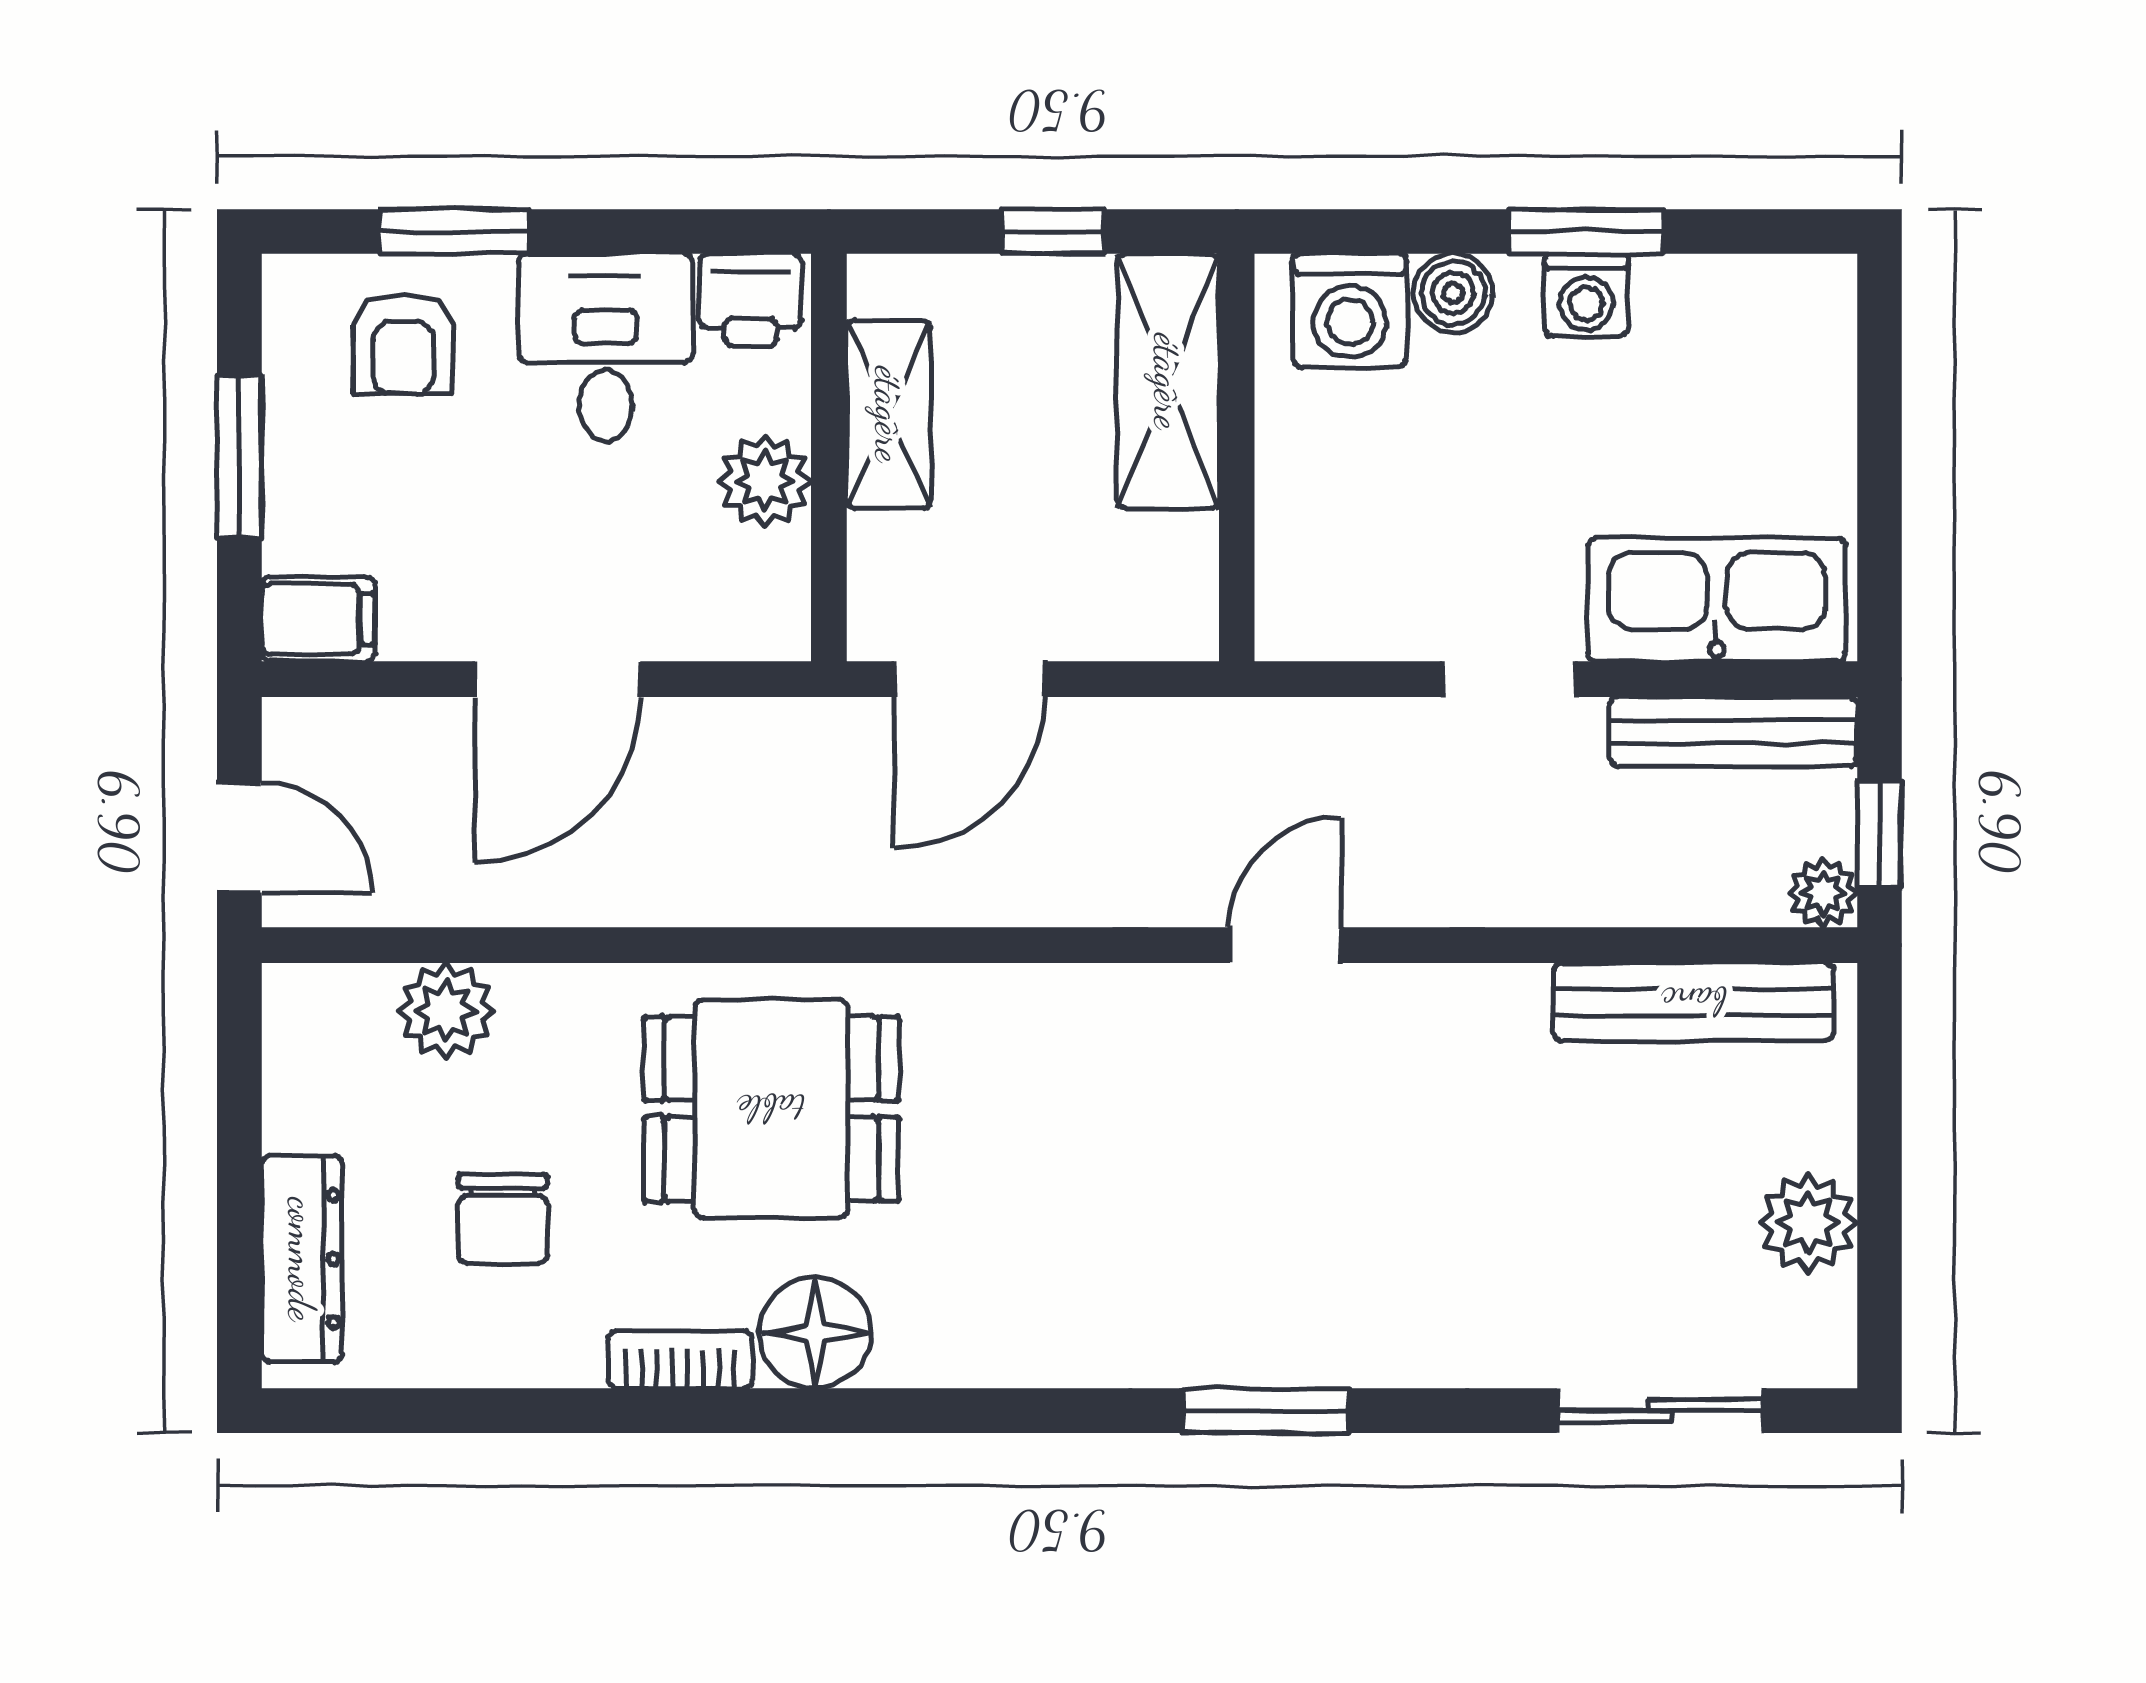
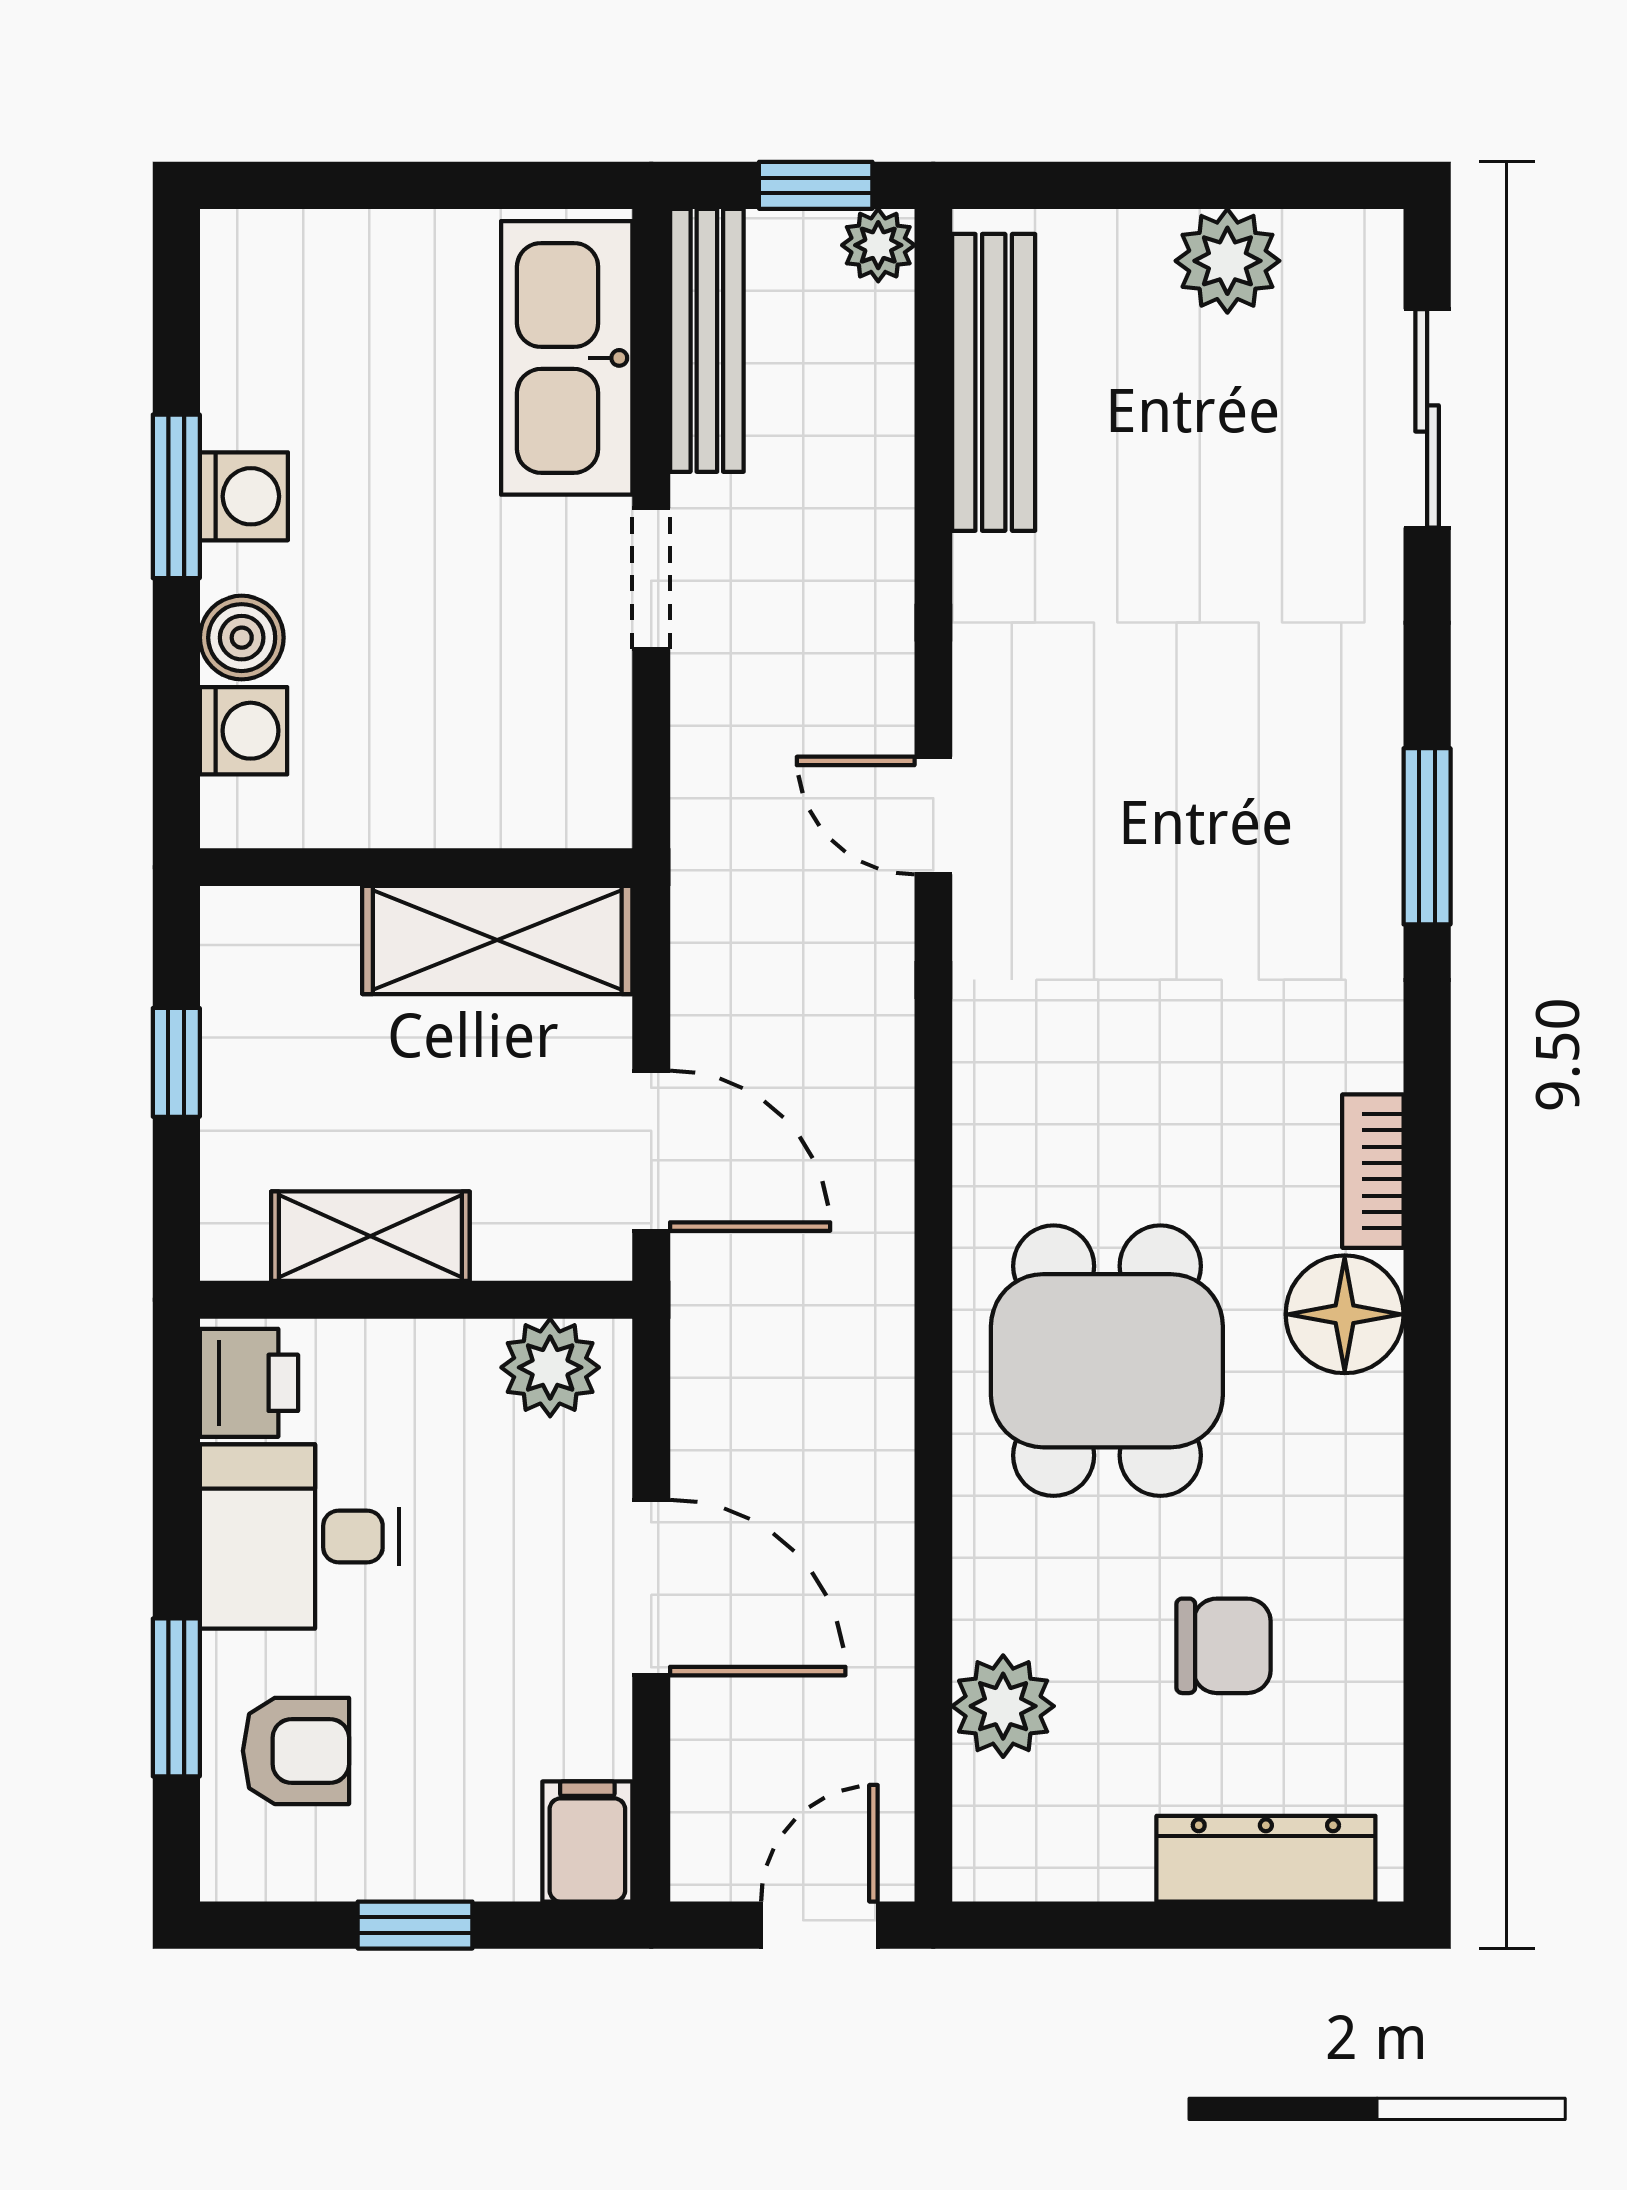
washing machine: (1350, 310) -> (244, 731), width x0.73, depth x0.73
shelving: (1168, 381) -> (497, 940), moved
window: (239, 457) -> (415, 1925), width x0.67
plant: (765, 481) -> (550, 1367), moved
bookcase: (680, 1360) -> (1373, 1171), moved

